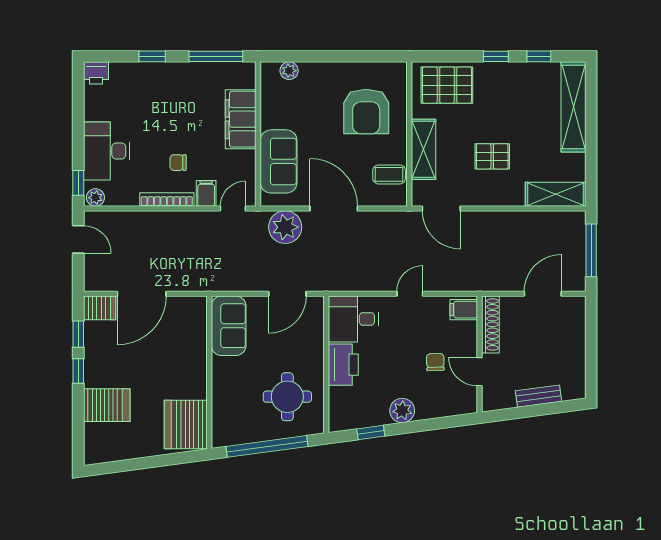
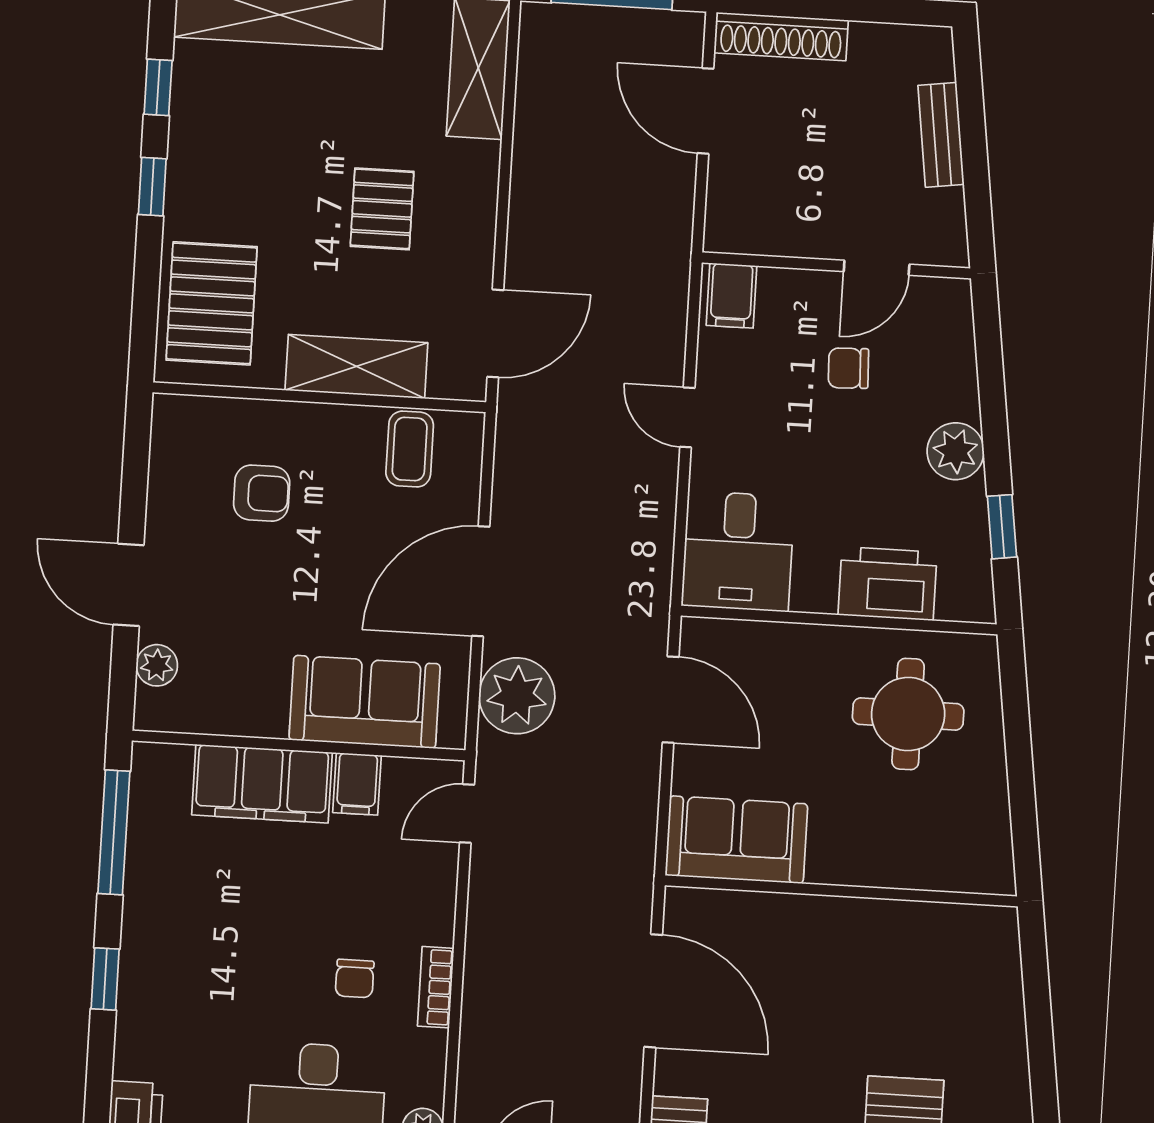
door: (323, 56) -> (129, 585), added
armchair: (366, 112) -> (262, 493), width x0.53, depth x0.53
chair: (178, 163) -> (355, 978), moved
filing cabinet: (206, 193) -> (357, 784), moved, turned -90
bookcase: (167, 200) -> (436, 987), width x0.64
door: (233, 209) -> (467, 813), hinge flipped
door: (142, 294) -> (653, 991), moved
shoe rack: (490, 324) -> (781, 37), moved, turned 180
printer: (343, 365) -> (888, 584), moved
server rack: (186, 425) -> (958, 952), removed
window: (267, 446) -> (1020, 768), removed

